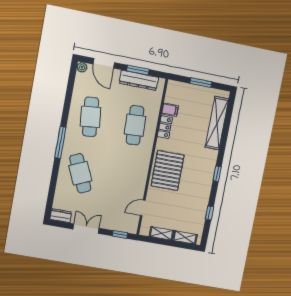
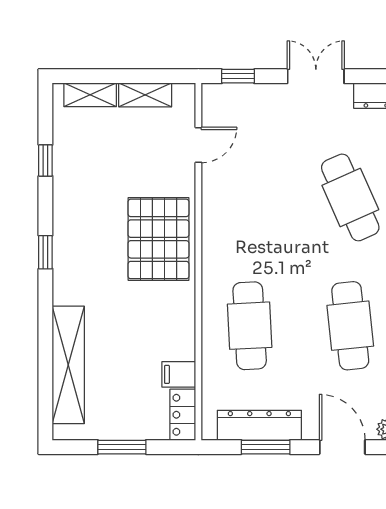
locker: (165, 127) -> (183, 415), moved
double door: (86, 229) -> (316, 76), swing flipped

